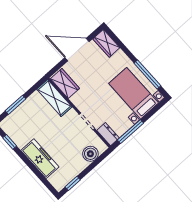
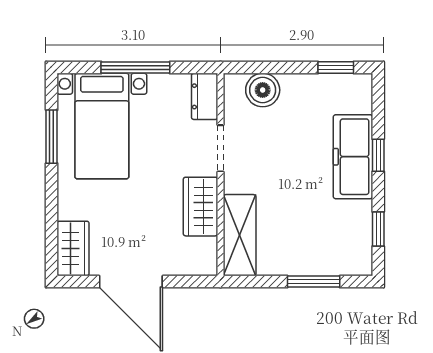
window: (147, 74) -> (52, 137), width x0.69
wardrobe: (65, 84) -> (201, 207), moved
window: (130, 131) -> (135, 68), moved
window: (32, 167) -> (378, 155), added

